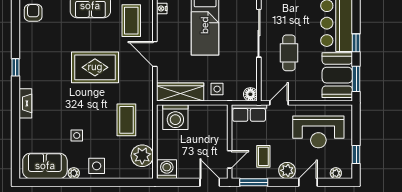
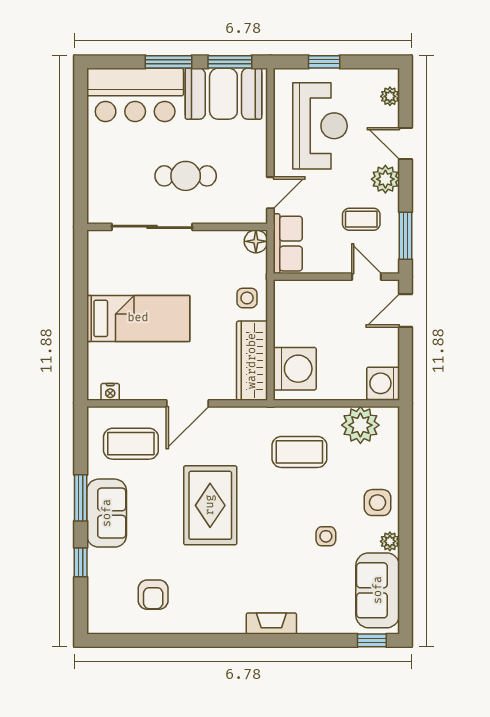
armchair: (33, 13) -> (153, 595), moved, turned -90
window: (356, 43) -> (169, 62), width x1.50
window: (15, 67) -> (372, 640), moved
door: (279, 103) -> (270, 193), swing flipped
window: (356, 154) -> (324, 62), moved

